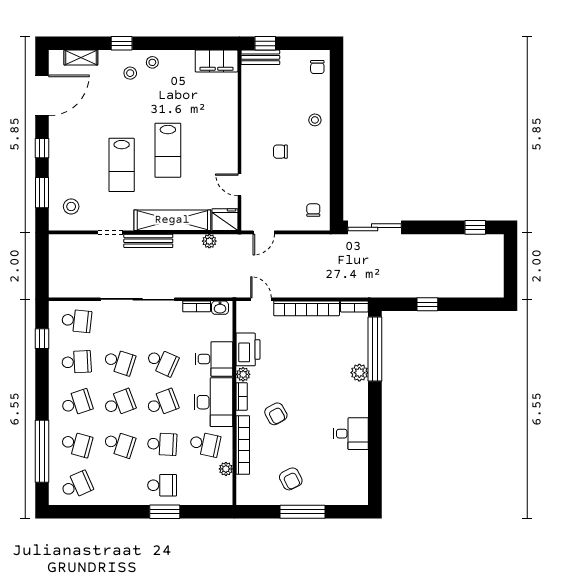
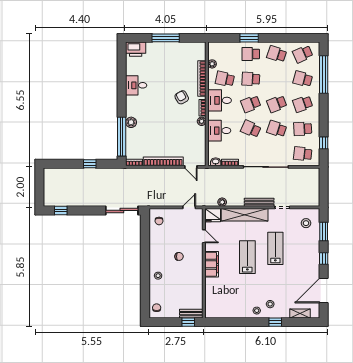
filing cabinet: (217, 61) -> (212, 264), moved, turned 90
printer: (248, 349) -> (136, 49), moved, turned -90
desk: (213, 402) -> (220, 100), width x0.73
school desk: (119, 444) -> (277, 54), moved
armchair: (291, 479) -> (173, 58), removed

